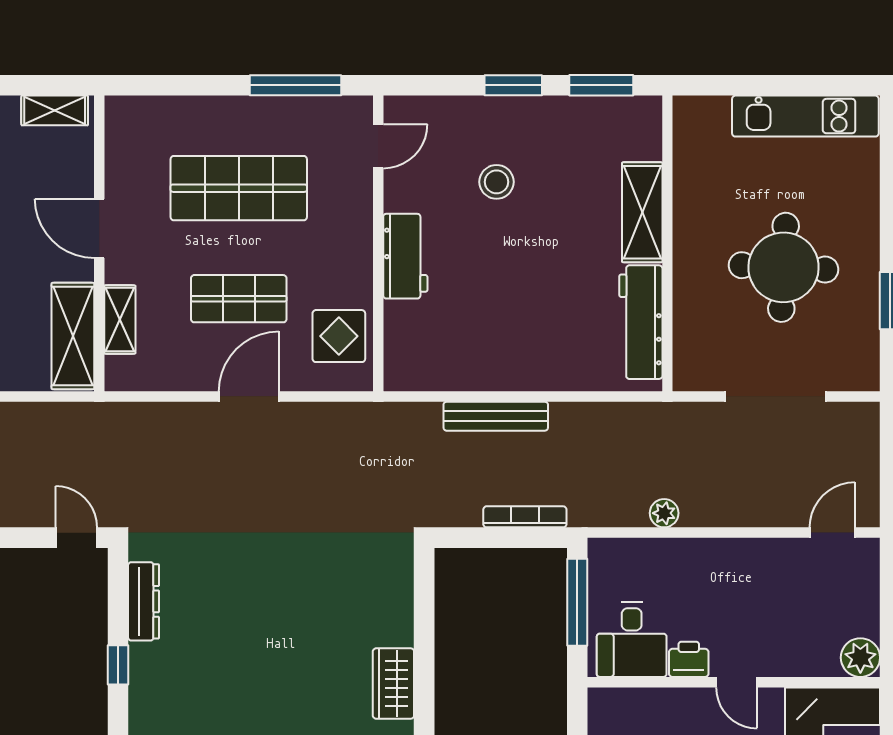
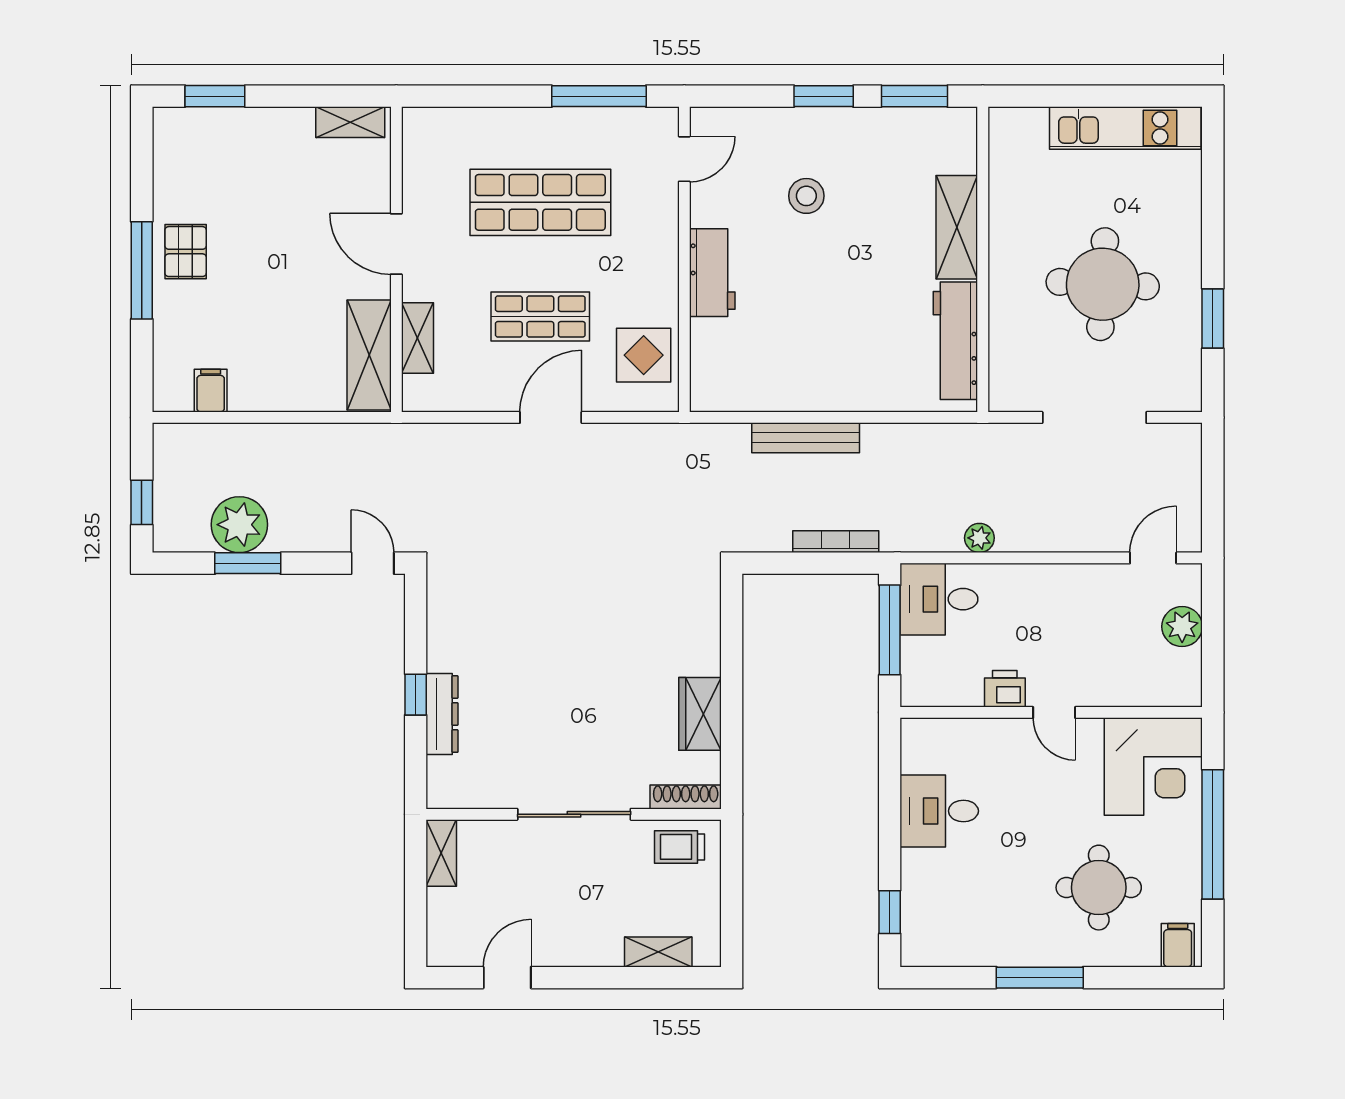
dresser: (144, 601) -> (442, 714), moved
desk: (632, 640) -> (939, 599), moved, turned 90
plant: (860, 658) -> (1182, 627), moved

